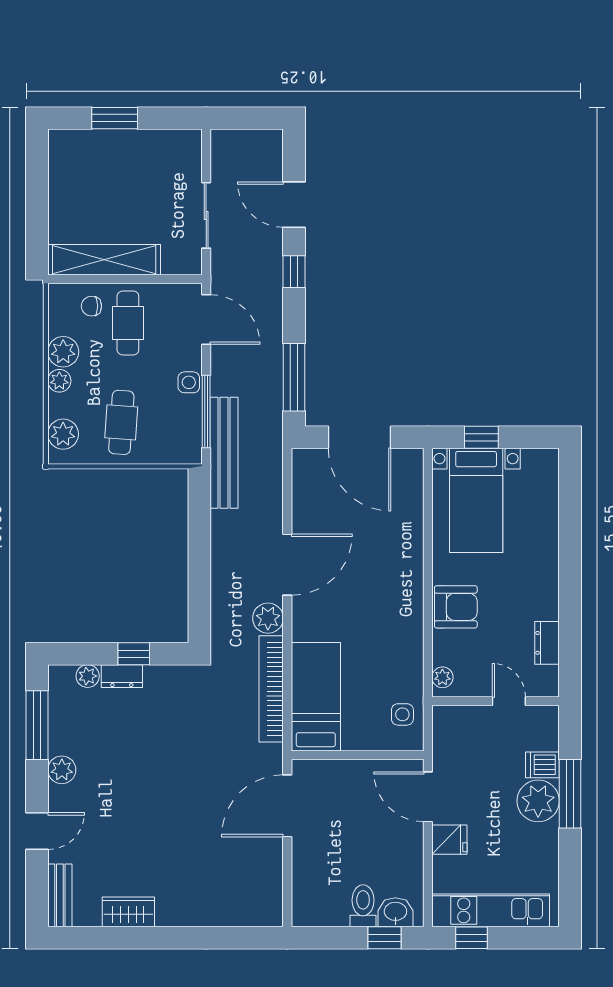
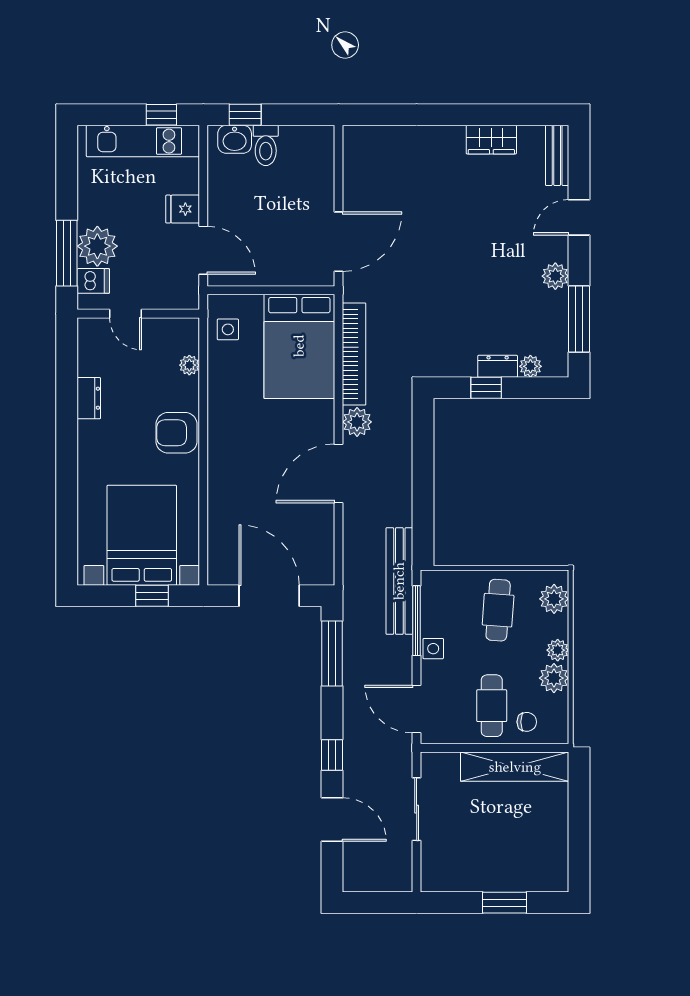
bed with nightstands: (476, 500) -> (142, 535), width x1.36
bed: (316, 697) -> (299, 346), width x1.50
wall: (496, 701) -> (138, 314), moved
door: (509, 701) -> (126, 314), moved

